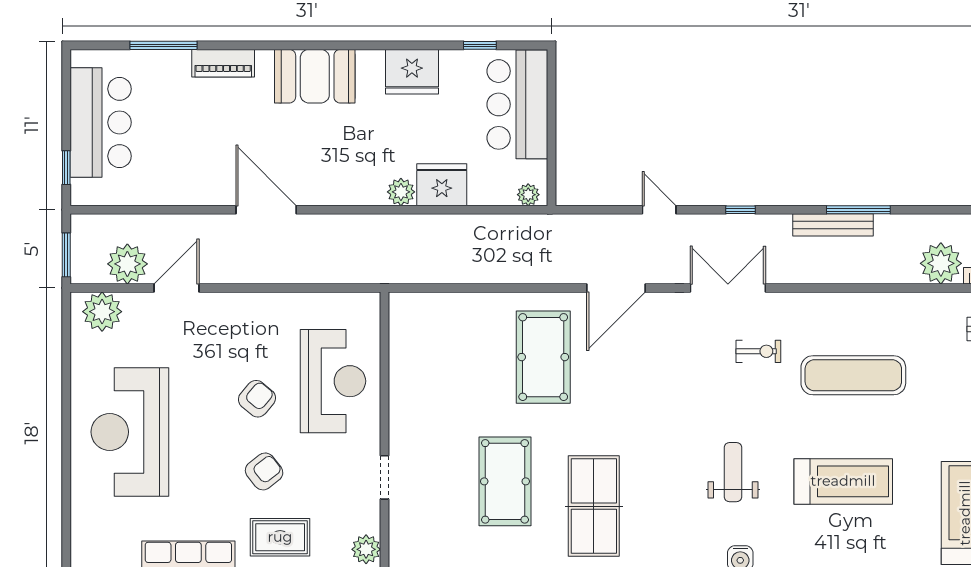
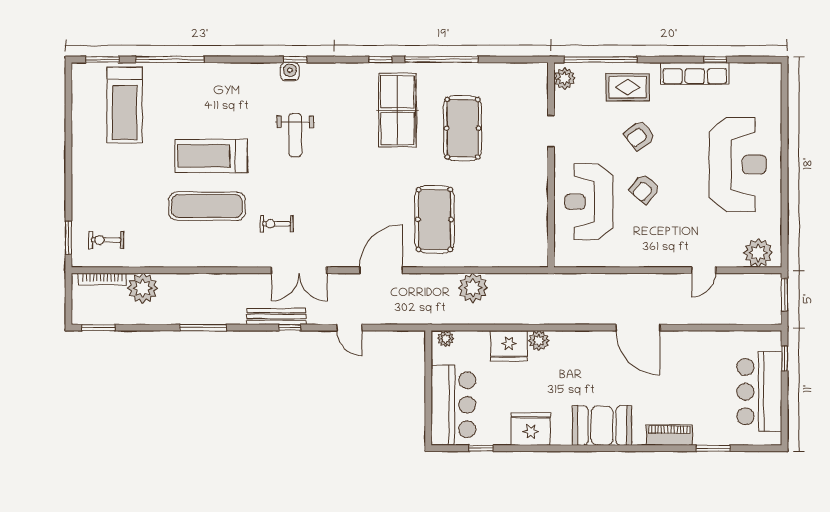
window: (164, 45) -> (713, 448), width x0.69
bench: (833, 225) -> (276, 317), moved
plant: (127, 264) -> (473, 288), moved
door: (177, 288) -> (704, 270), width x0.73
treadmill: (843, 481) -> (211, 156), moved

